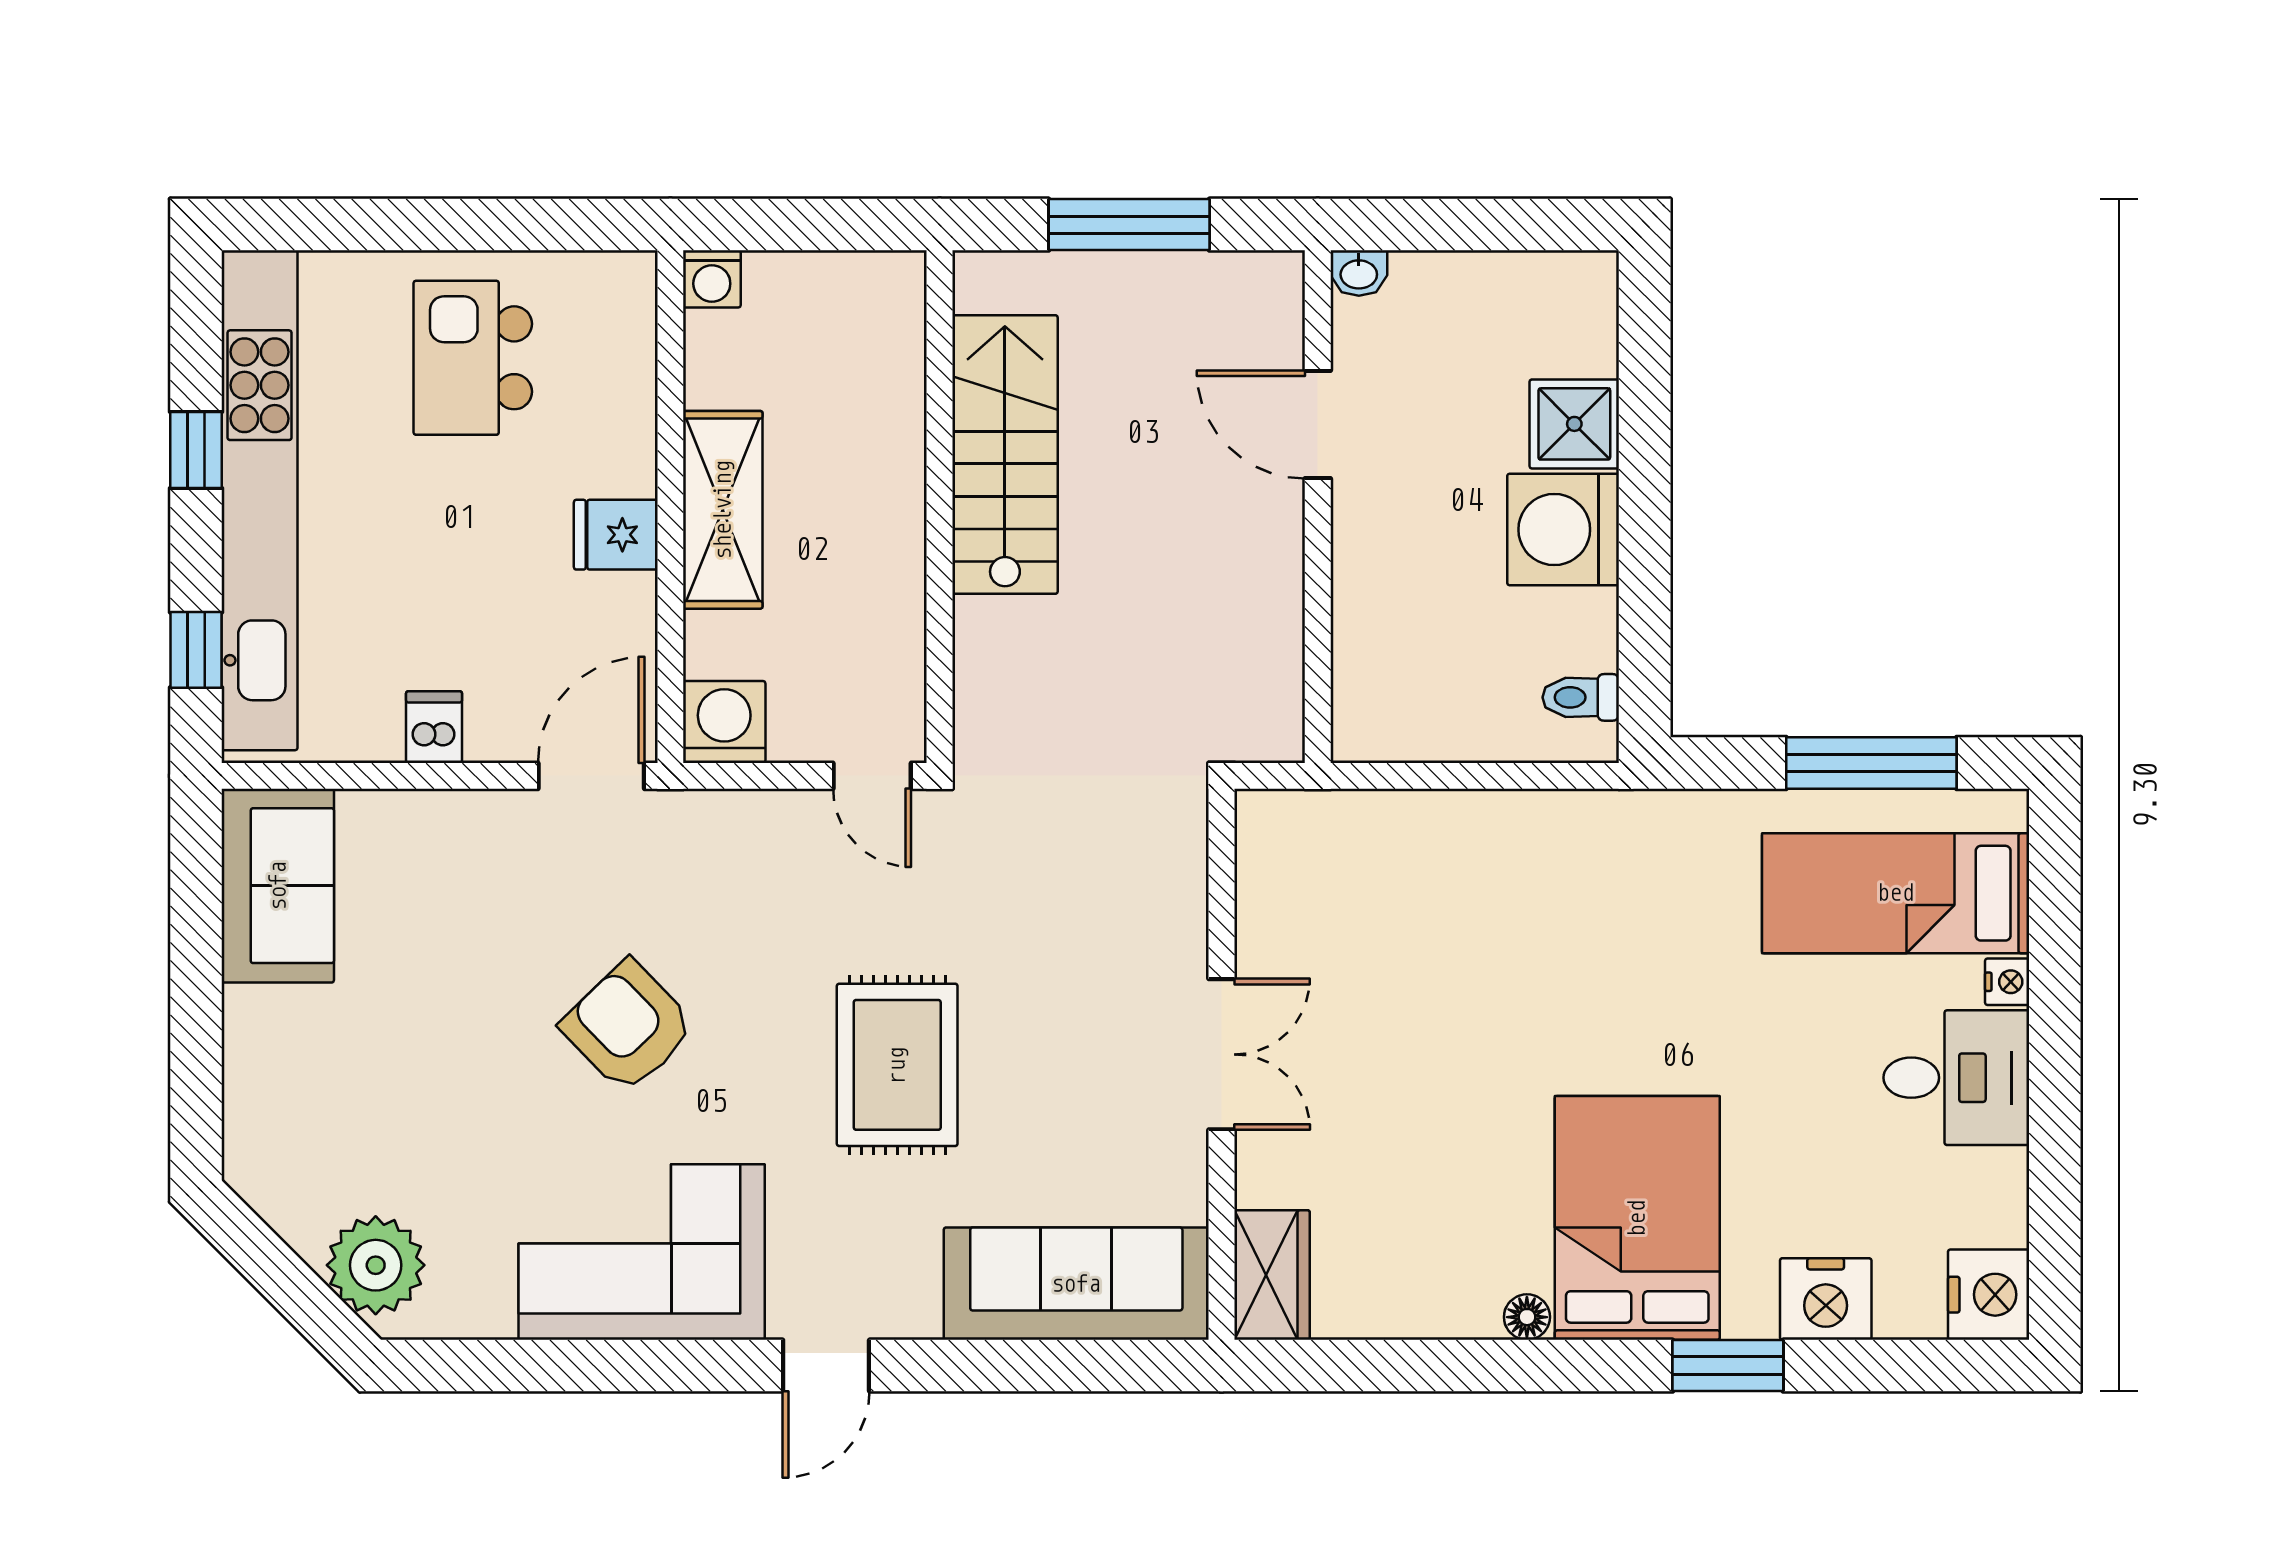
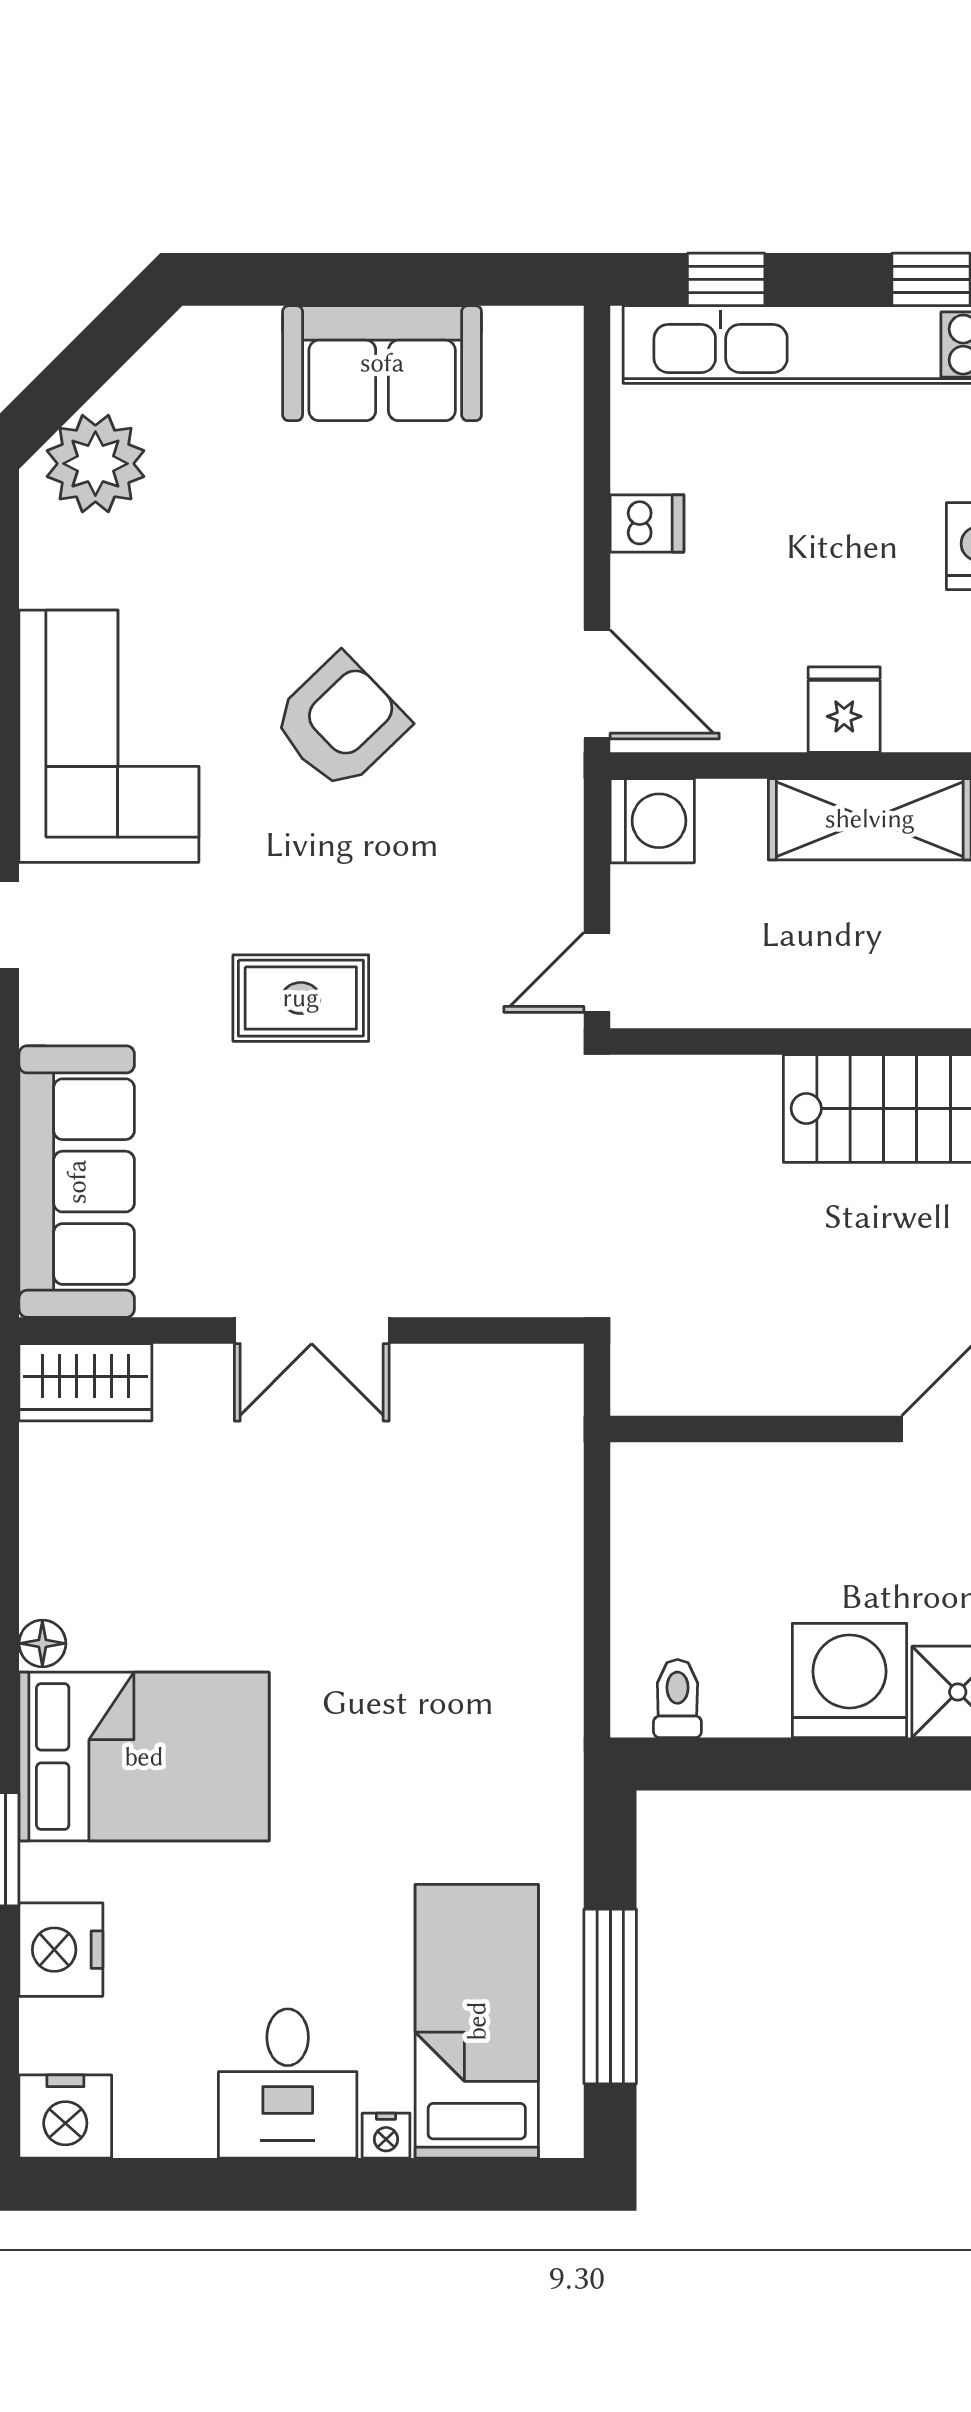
sofa: (278, 886) -> (382, 363), moved
rug: (897, 1065) -> (301, 998), width x0.73, depth x0.70

